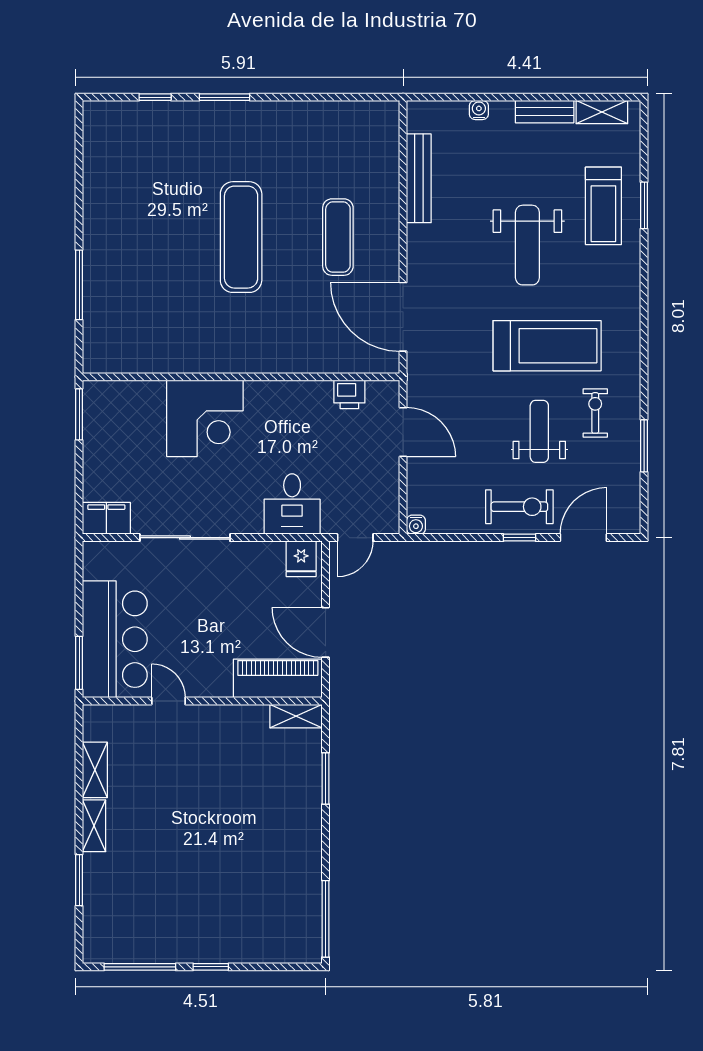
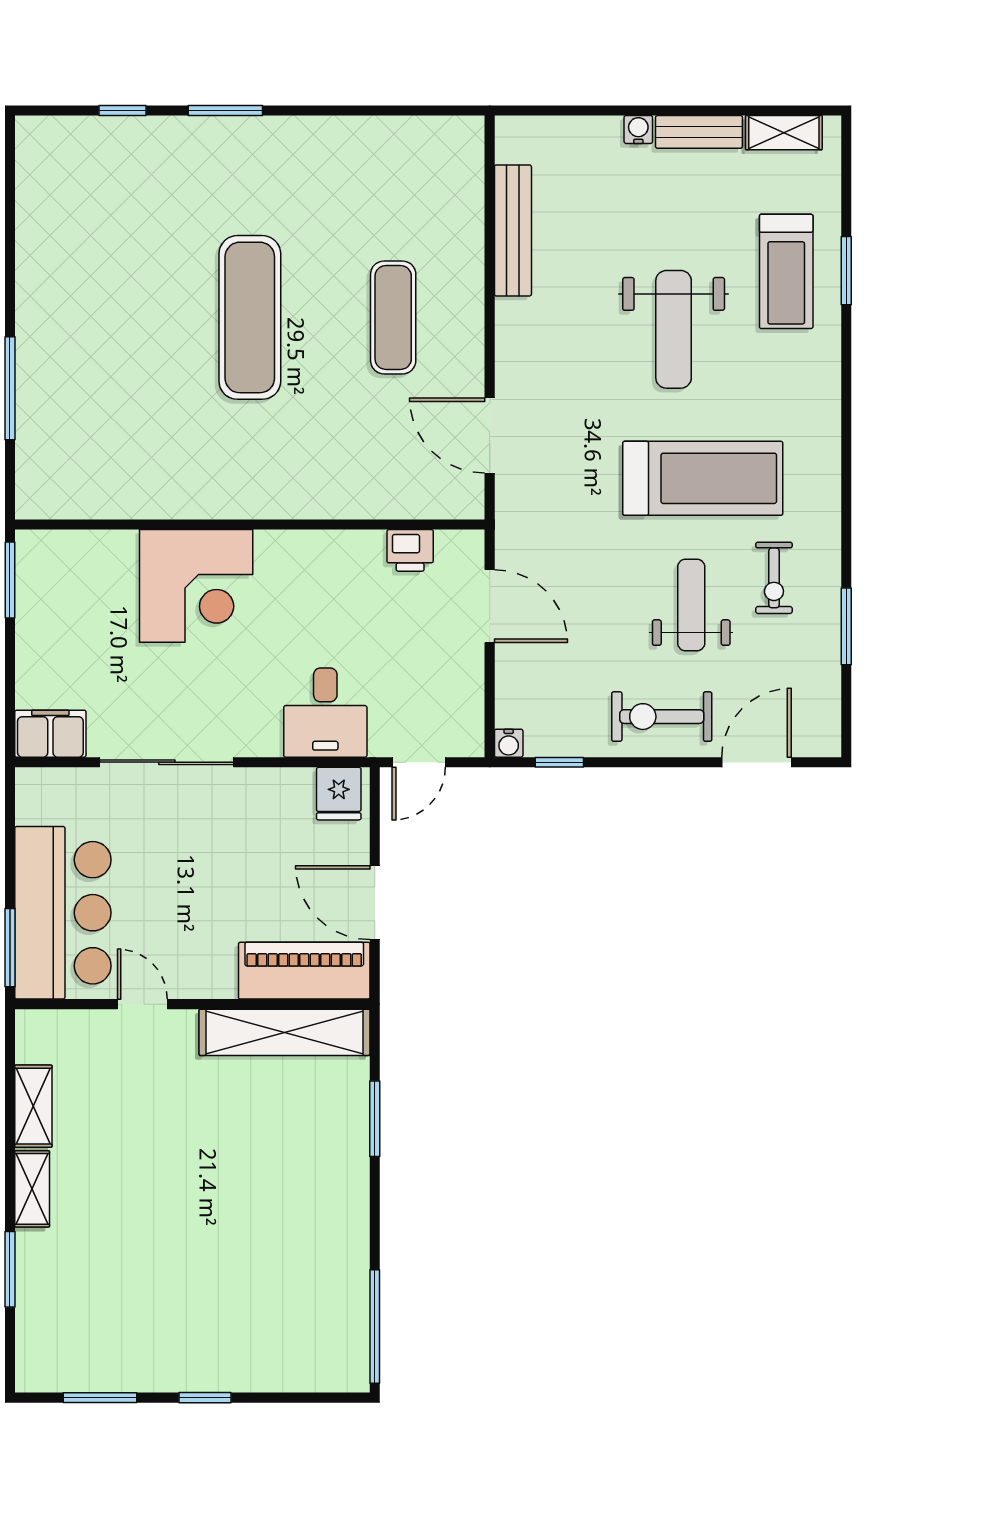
water cooler: (479, 110) -> (638, 129), moved
door: (403, 317) -> (490, 436), width x0.73
exercise bike: (595, 413) -> (774, 578), turned 180
exercise bike: (519, 507) -> (662, 717), turned 180
window: (519, 538) -> (559, 762), moved
shelving: (296, 716) -> (285, 1032), width x2.20, depth x1.33
window: (140, 967) -> (100, 1398), width x0.69

